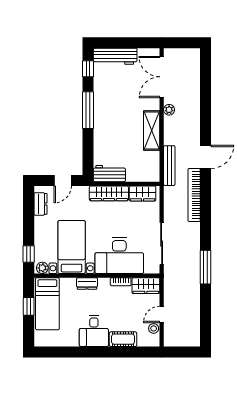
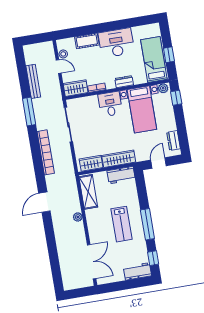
workbench: (115, 56) -> (137, 271), width x0.73
plant: (169, 110) -> (78, 217), moved
lab bench: (119, 116) -> (122, 224), added
shelving: (152, 131) -> (88, 192), moved
bench: (169, 166) -> (33, 81), moved
bookcase: (194, 195) -> (46, 152), moved
desk: (119, 256) -> (110, 104), width x0.53, depth x0.77
door: (162, 315) -> (59, 67), hinge flipped
desk: (94, 331) -> (116, 43), width x1.37

